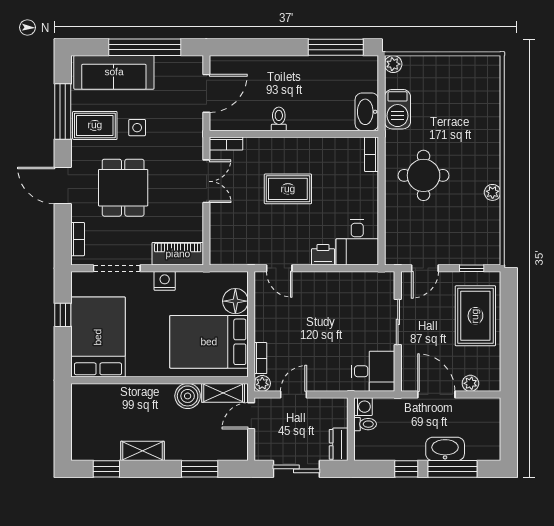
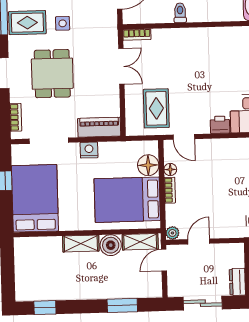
rug: (288, 189) -> (156, 108), moved, turned 90
floor lamp: (262, 307) -> (170, 169), added
bookcase: (260, 358) -> (170, 190), moved
shelving: (142, 451) -> (81, 244), moved

